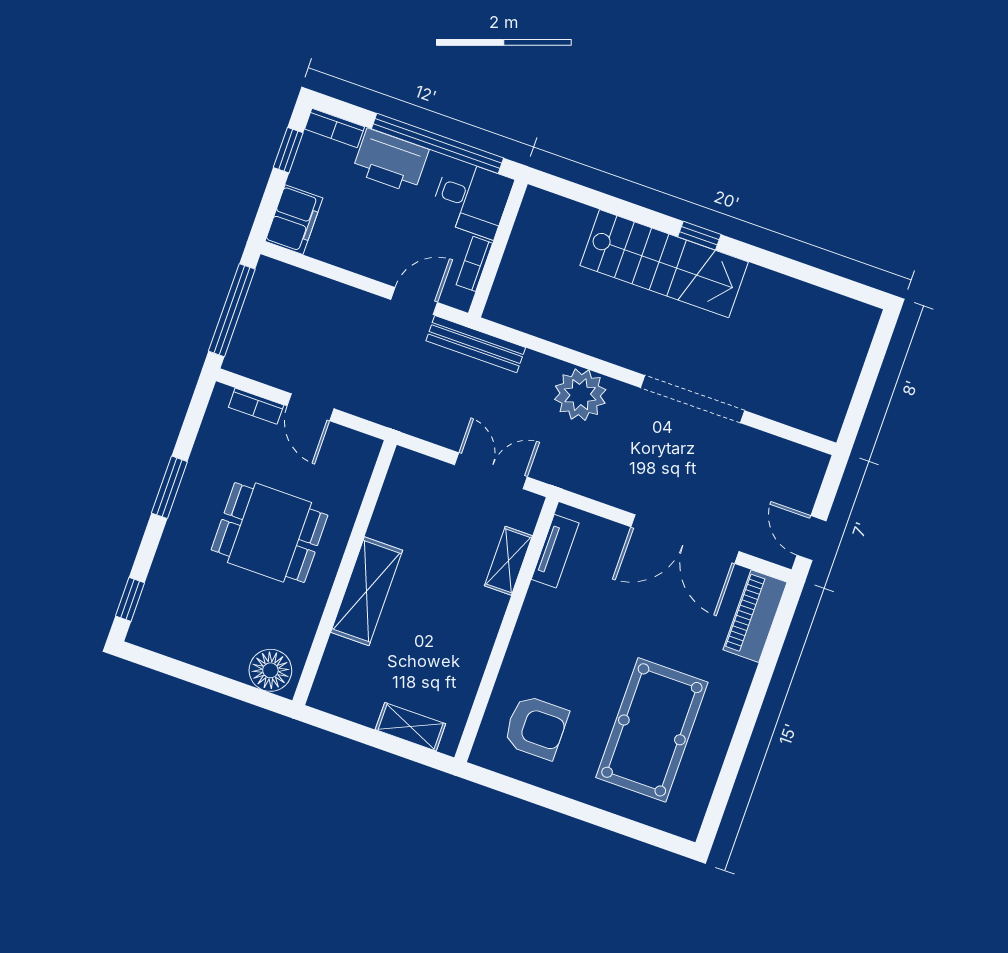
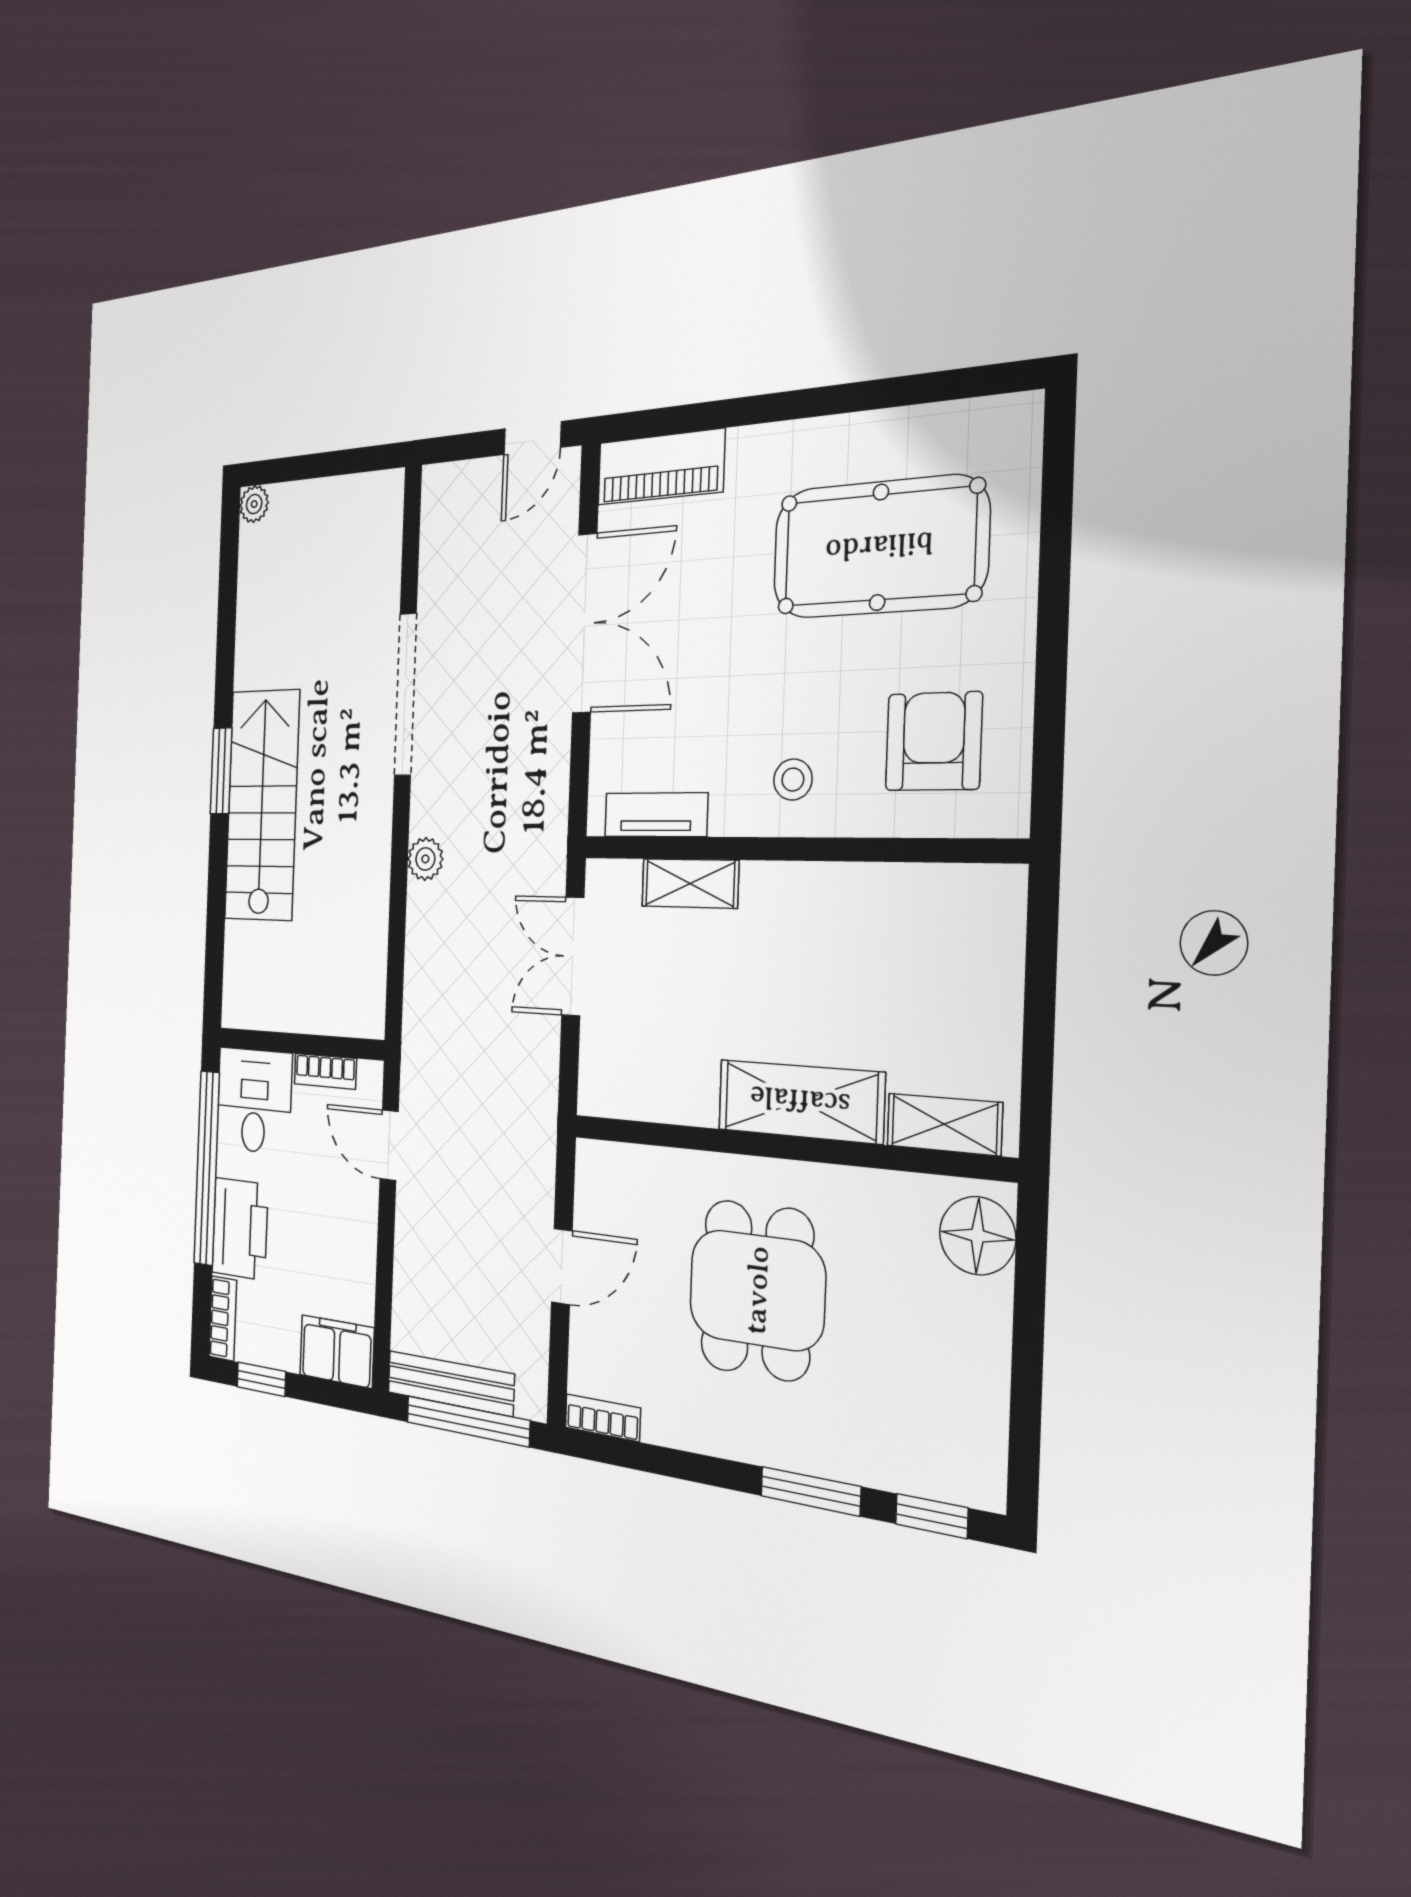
window: (699, 236) -> (221, 771), width x1.50
plant: (867, 317) -> (254, 504), added
bench: (476, 344) -> (450, 1383), moved, turned 90
plant: (580, 395) -> (425, 859), width x0.53, depth x0.53
bookcase: (256, 406) -> (603, 1418), moved, turned -90
window: (169, 487) -> (810, 1491), moved
stool: (545, 642) -> (793, 780), added
shelving: (410, 727) -> (944, 1124), moved, turned 90

